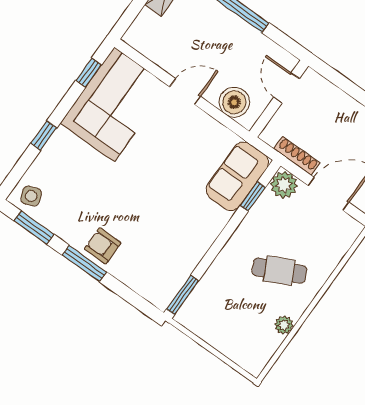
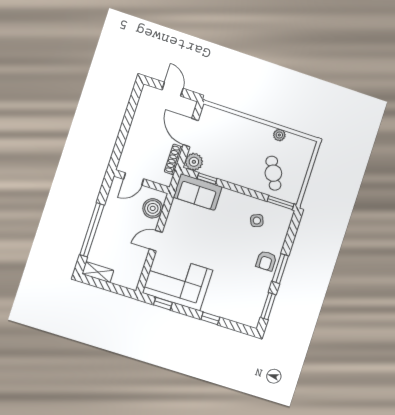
door: (185, 92) -> (156, 241), hinge flipped
side table: (31, 196) -> (257, 221), moved
cafe table: (279, 271) -> (273, 173), moved

